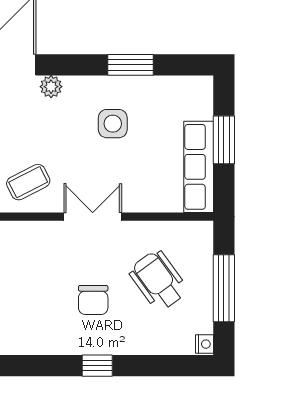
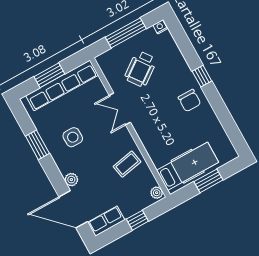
row of seats: (199, 167) -> (62, 85), width x1.36
coffee table: (28, 182) -> (127, 164), turned -74
double door: (93, 217) -> (120, 109), moved
chair: (93, 300) -> (189, 101), moved, turned 90

